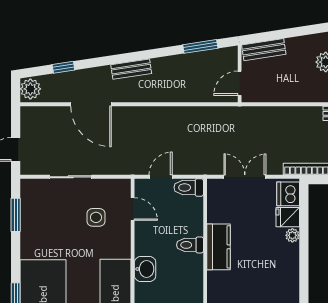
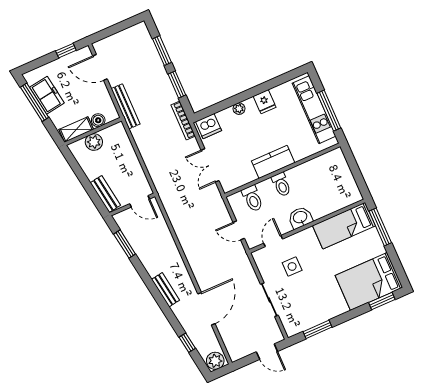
toilet: (189, 187) -> (252, 198), moved
fridge: (288, 217) -> (265, 102), moved
washbasin: (145, 269) -> (300, 218), moved

